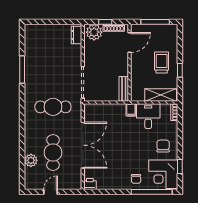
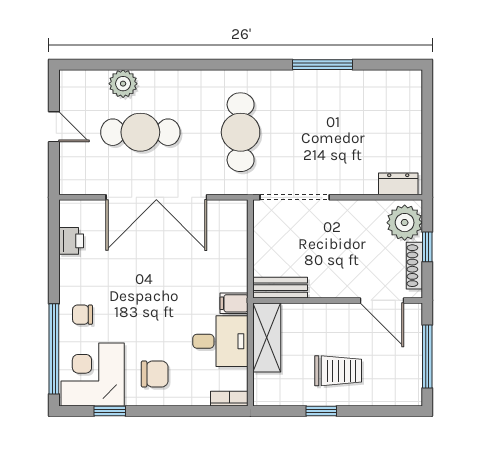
shelving: (161, 95) -> (267, 337), moved
printer: (90, 184) -> (71, 241), moved

